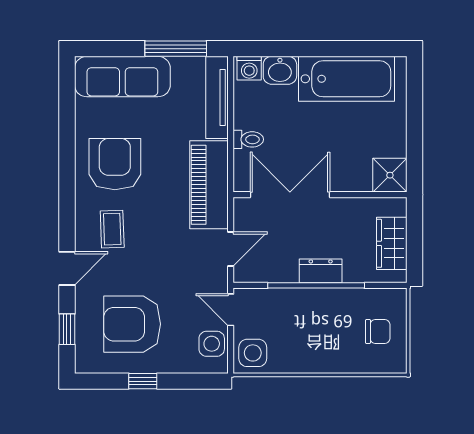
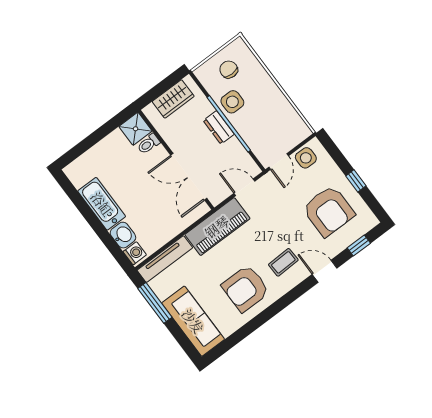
bathtub: (347, 79) -> (102, 204), width x0.73, depth x0.73
toilet: (248, 139) -> (149, 144), moved, turned -90
side table: (253, 353) -> (232, 102), moved

